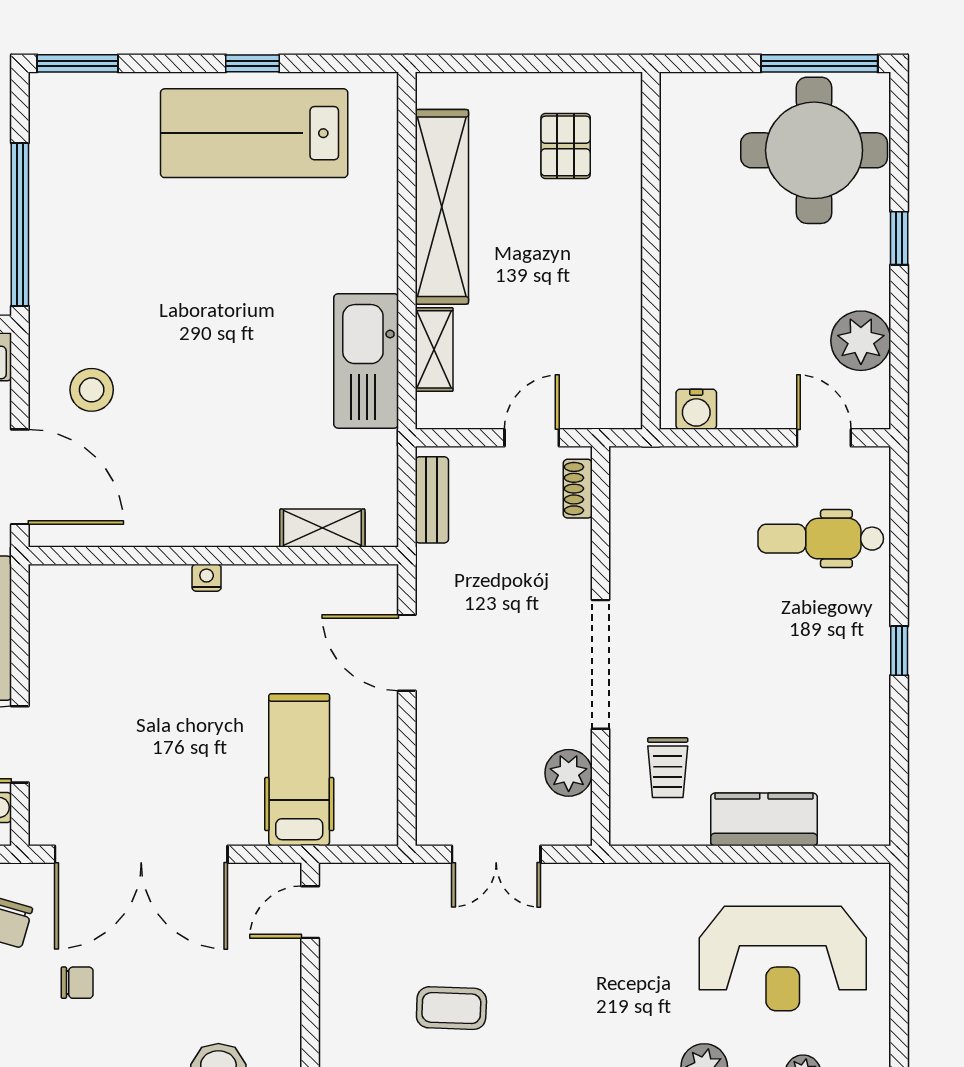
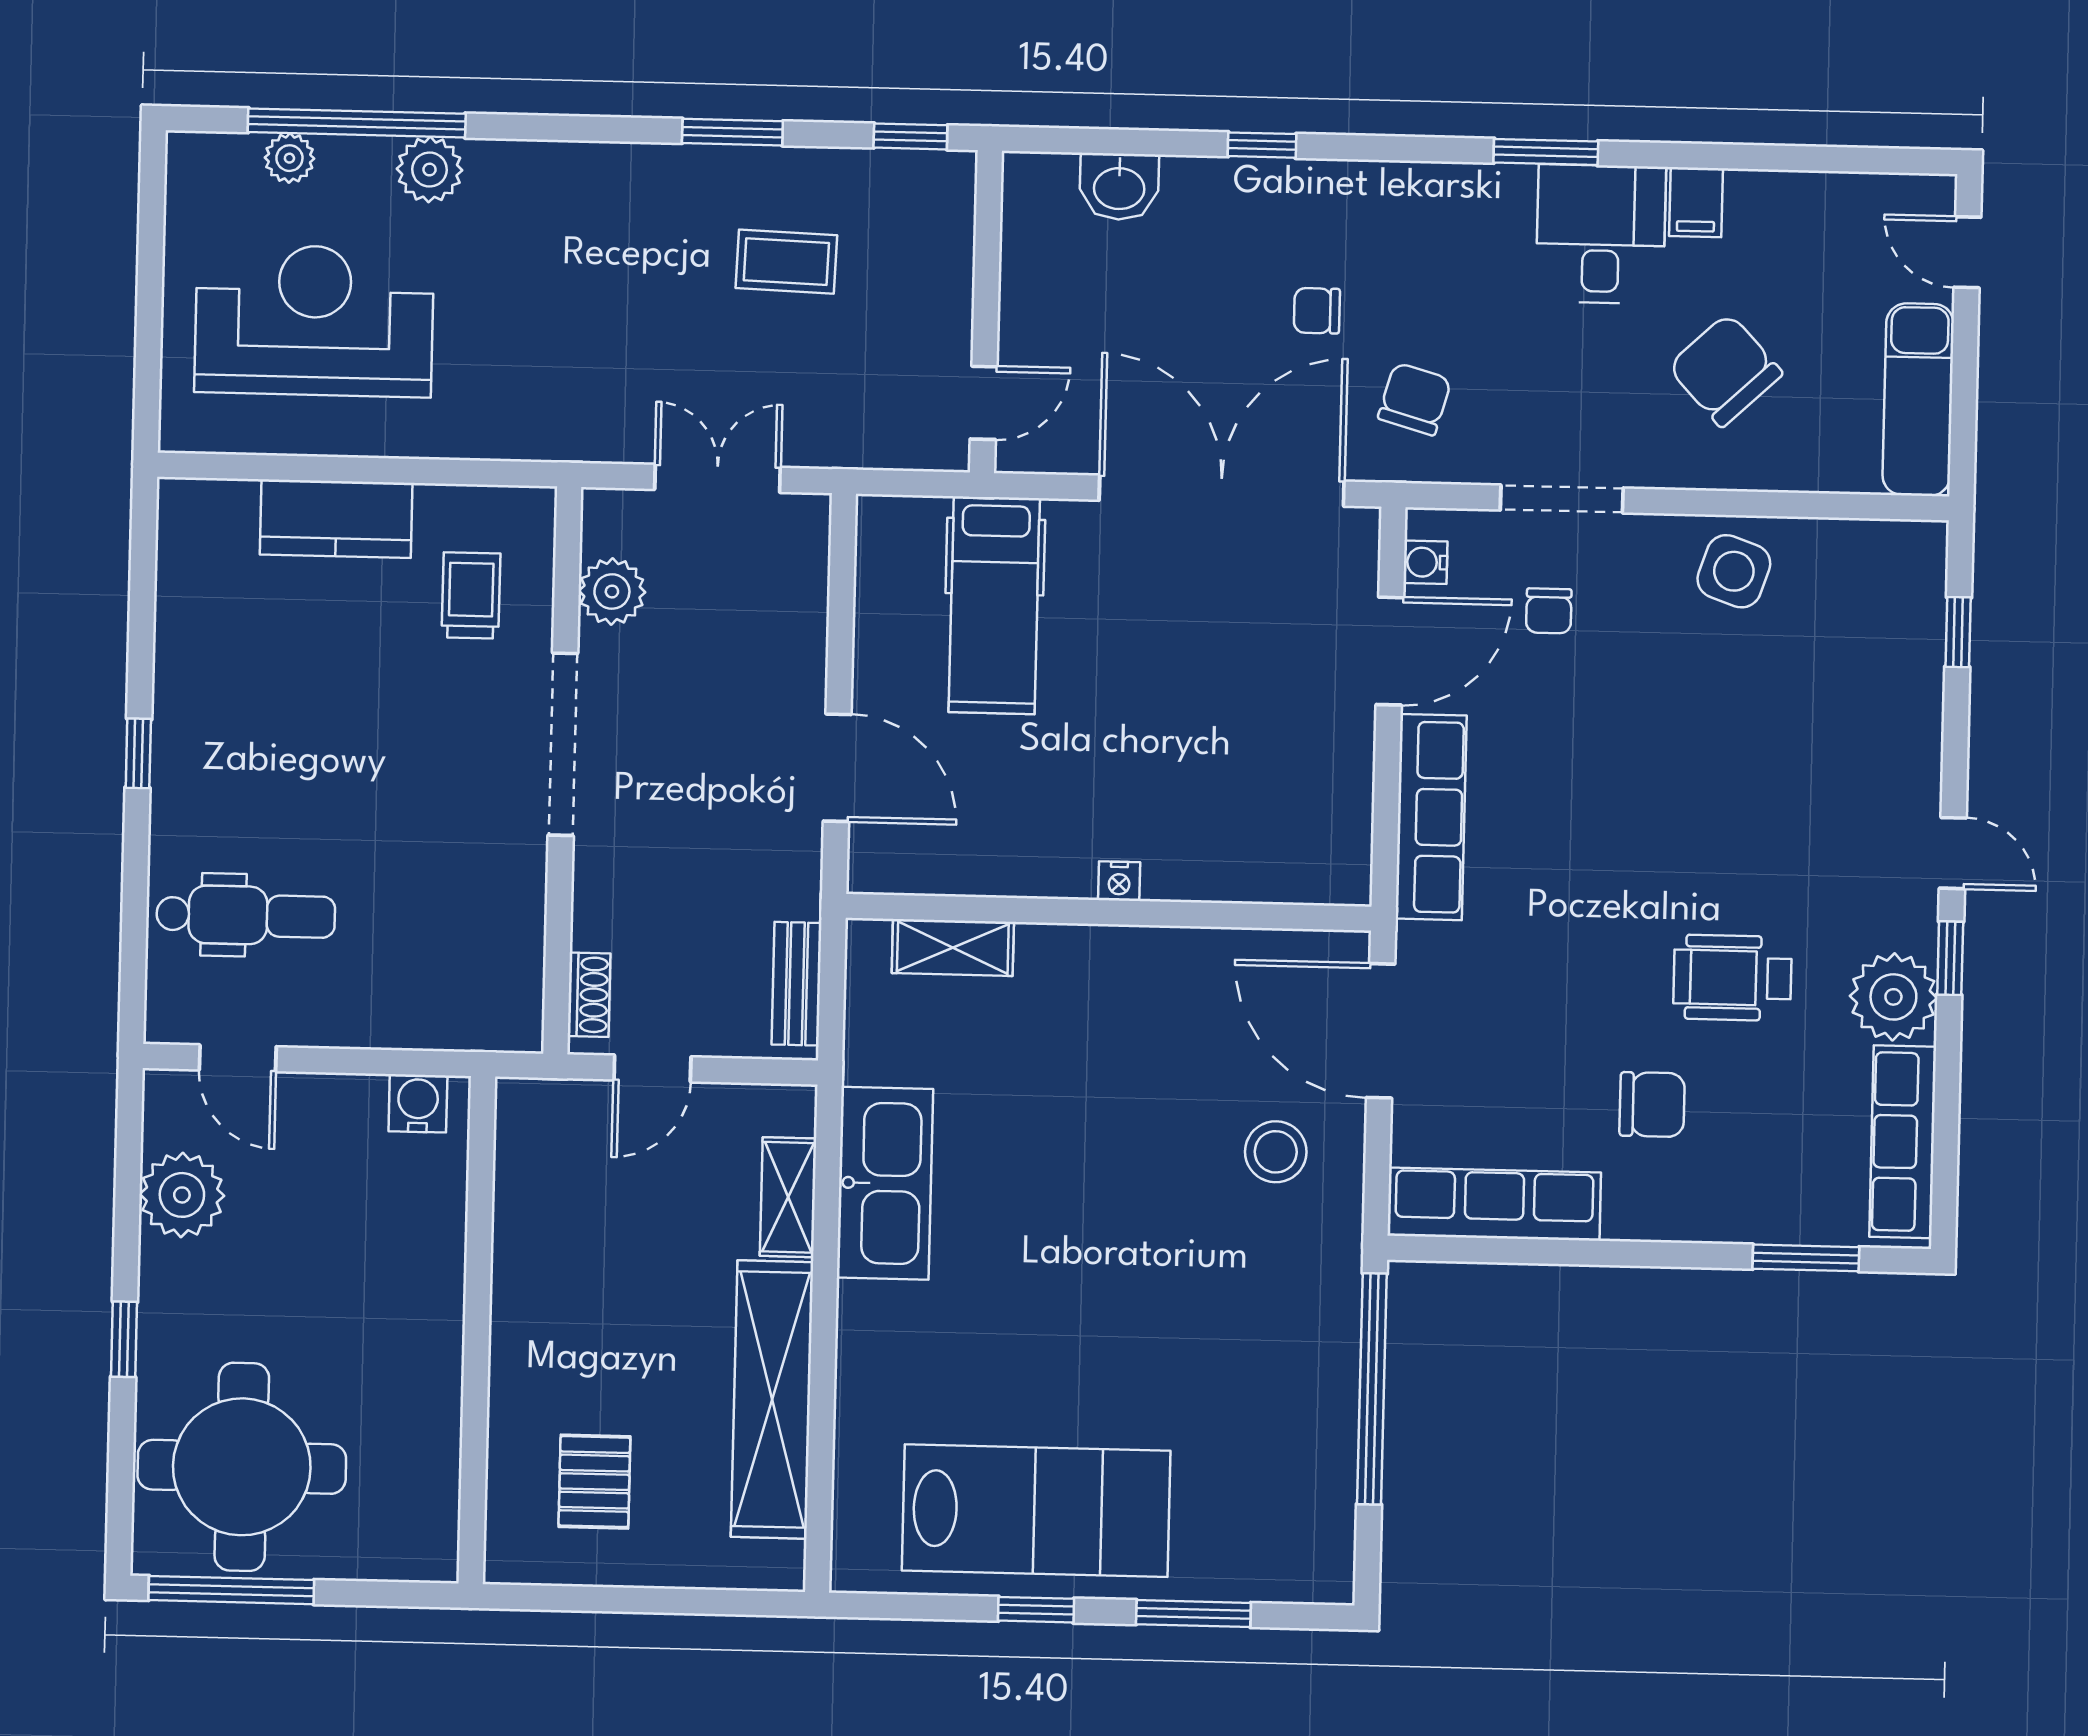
window: (78, 63) -> (1193, 1614), moved

